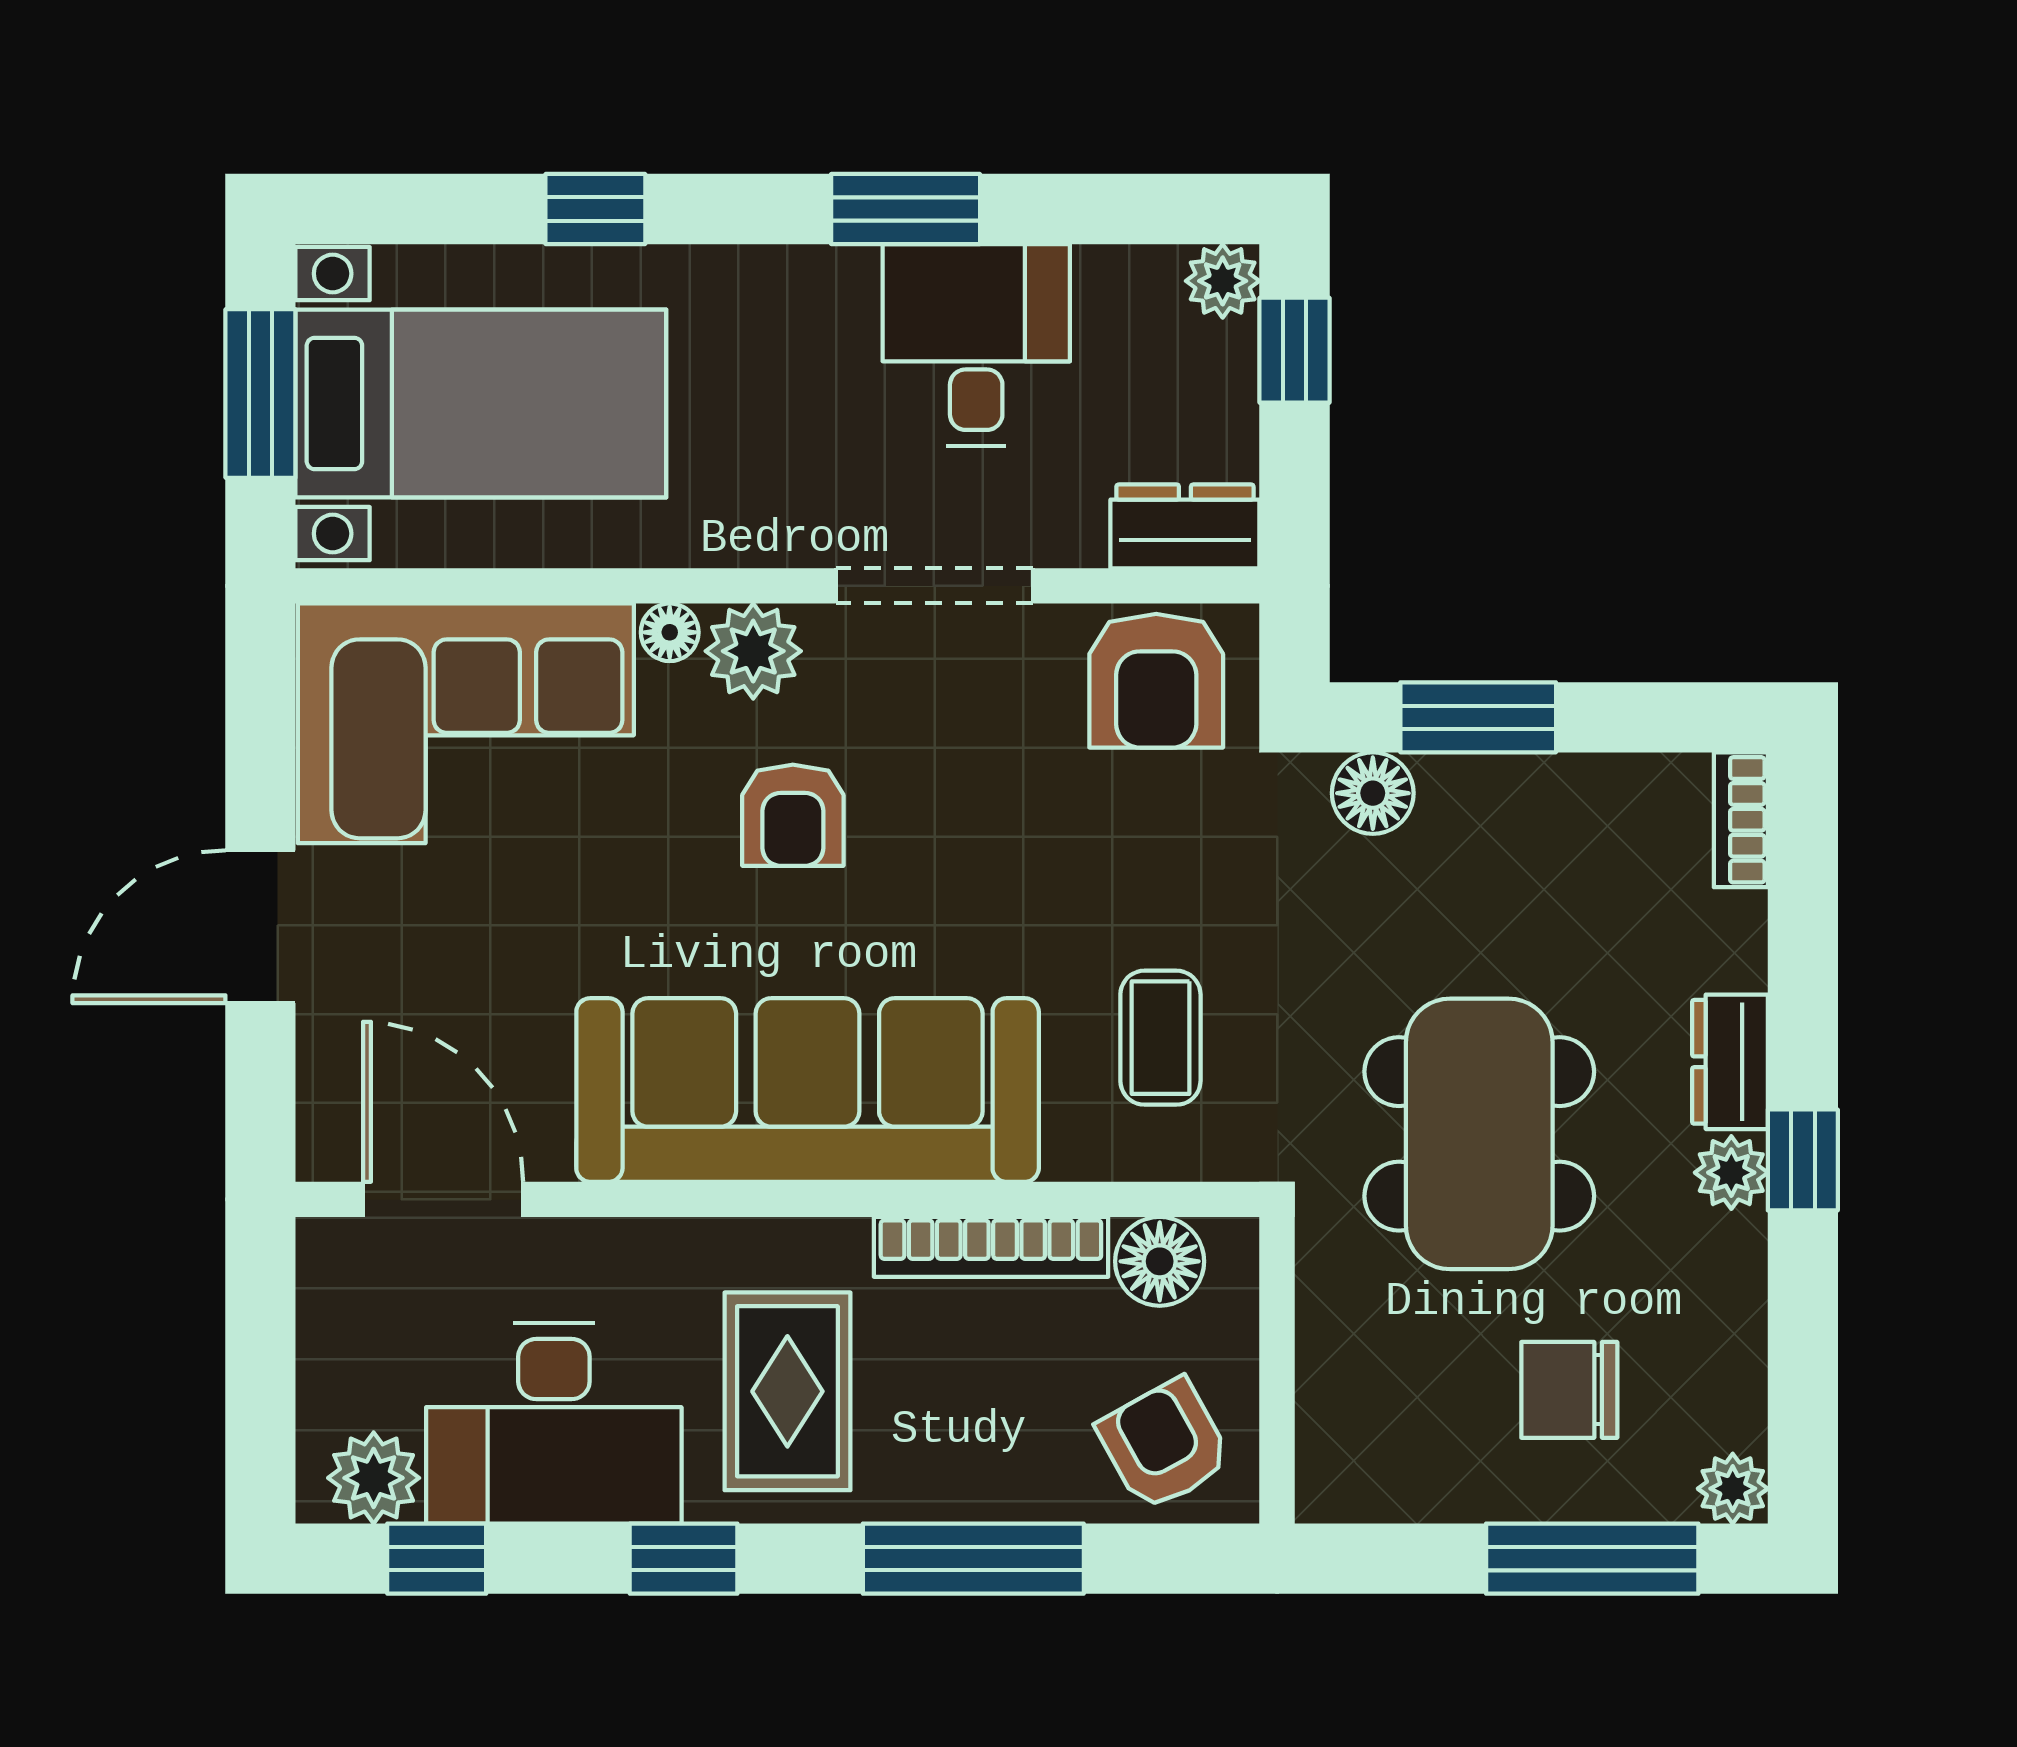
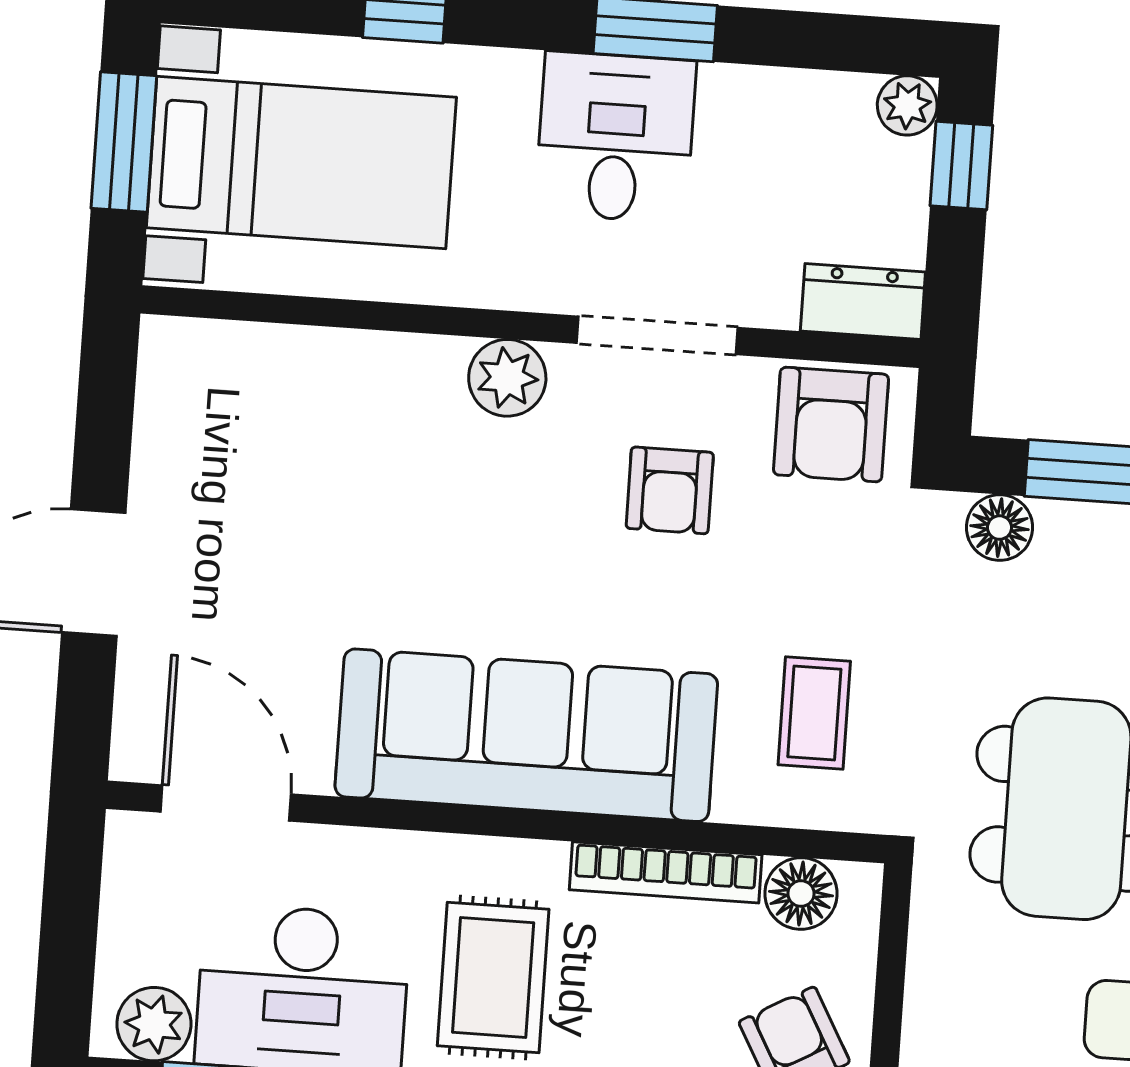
desk: (976, 345) -> (616, 137), moved
floor lamp: (670, 632) -> (441, 358), removed
corner sofa: (466, 723) -> (271, 420), removed
armchair: (793, 815) -> (670, 490), moved

